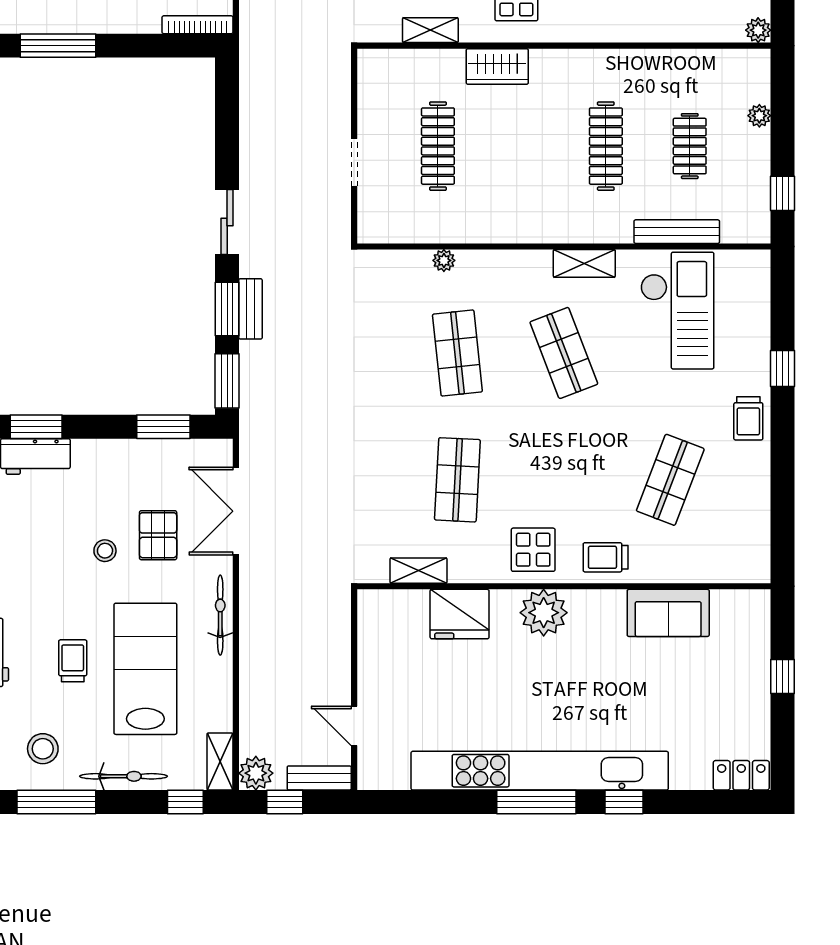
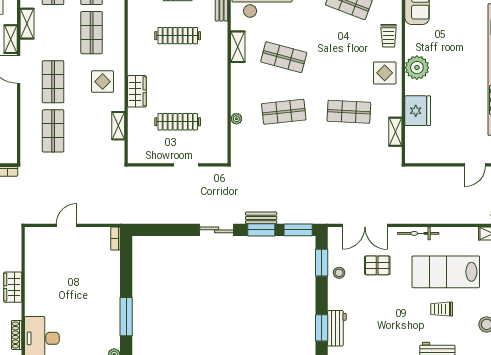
bookcase: (198, 25) -> (115, 239), width x0.64
shop shelf: (564, 353) -> (284, 57), turned 36
stool: (105, 551) -> (339, 273), moved

